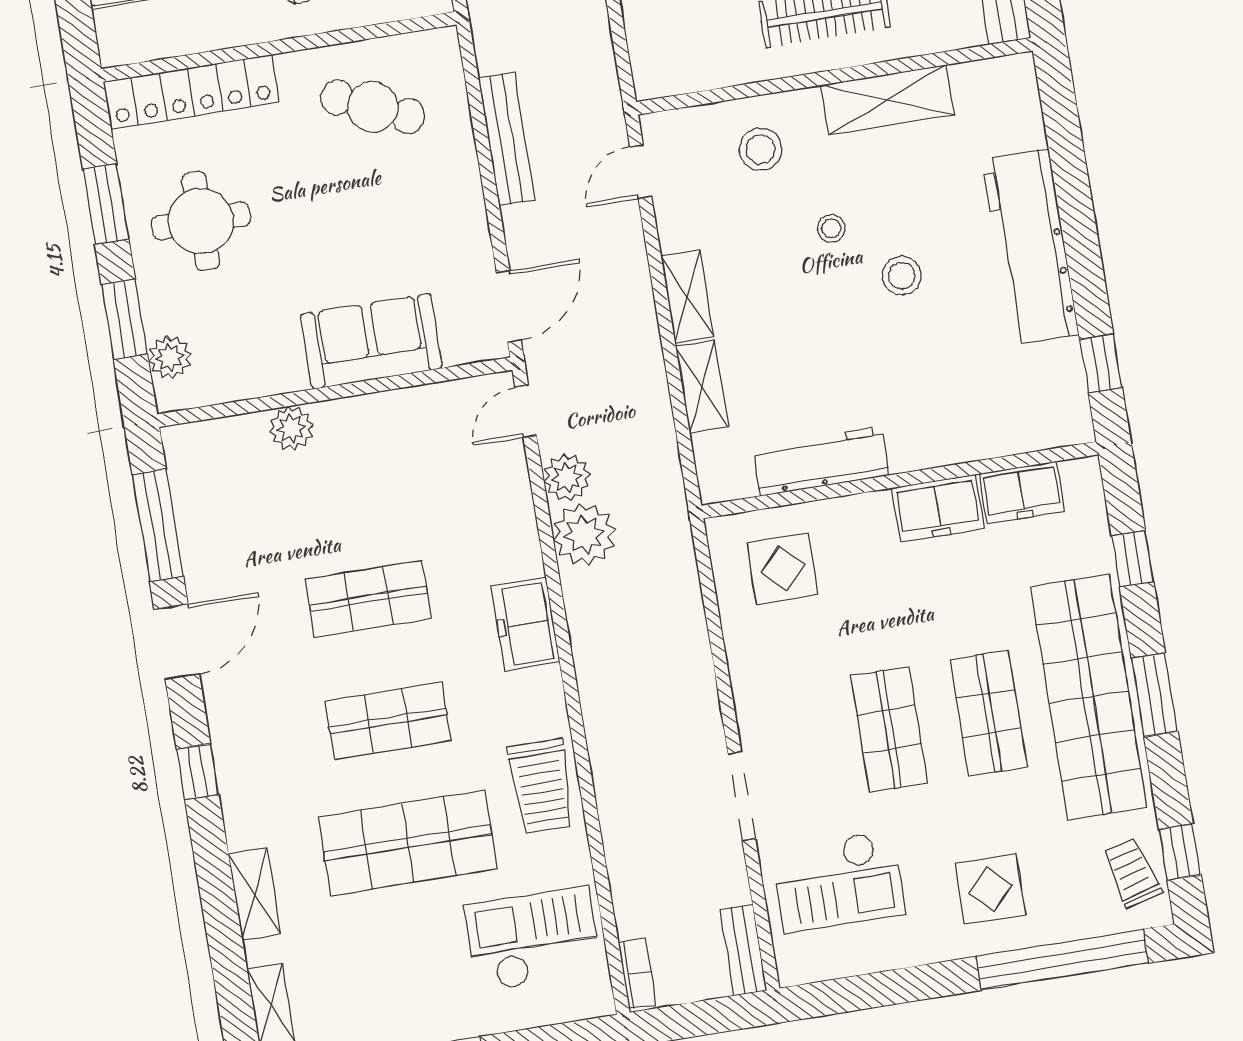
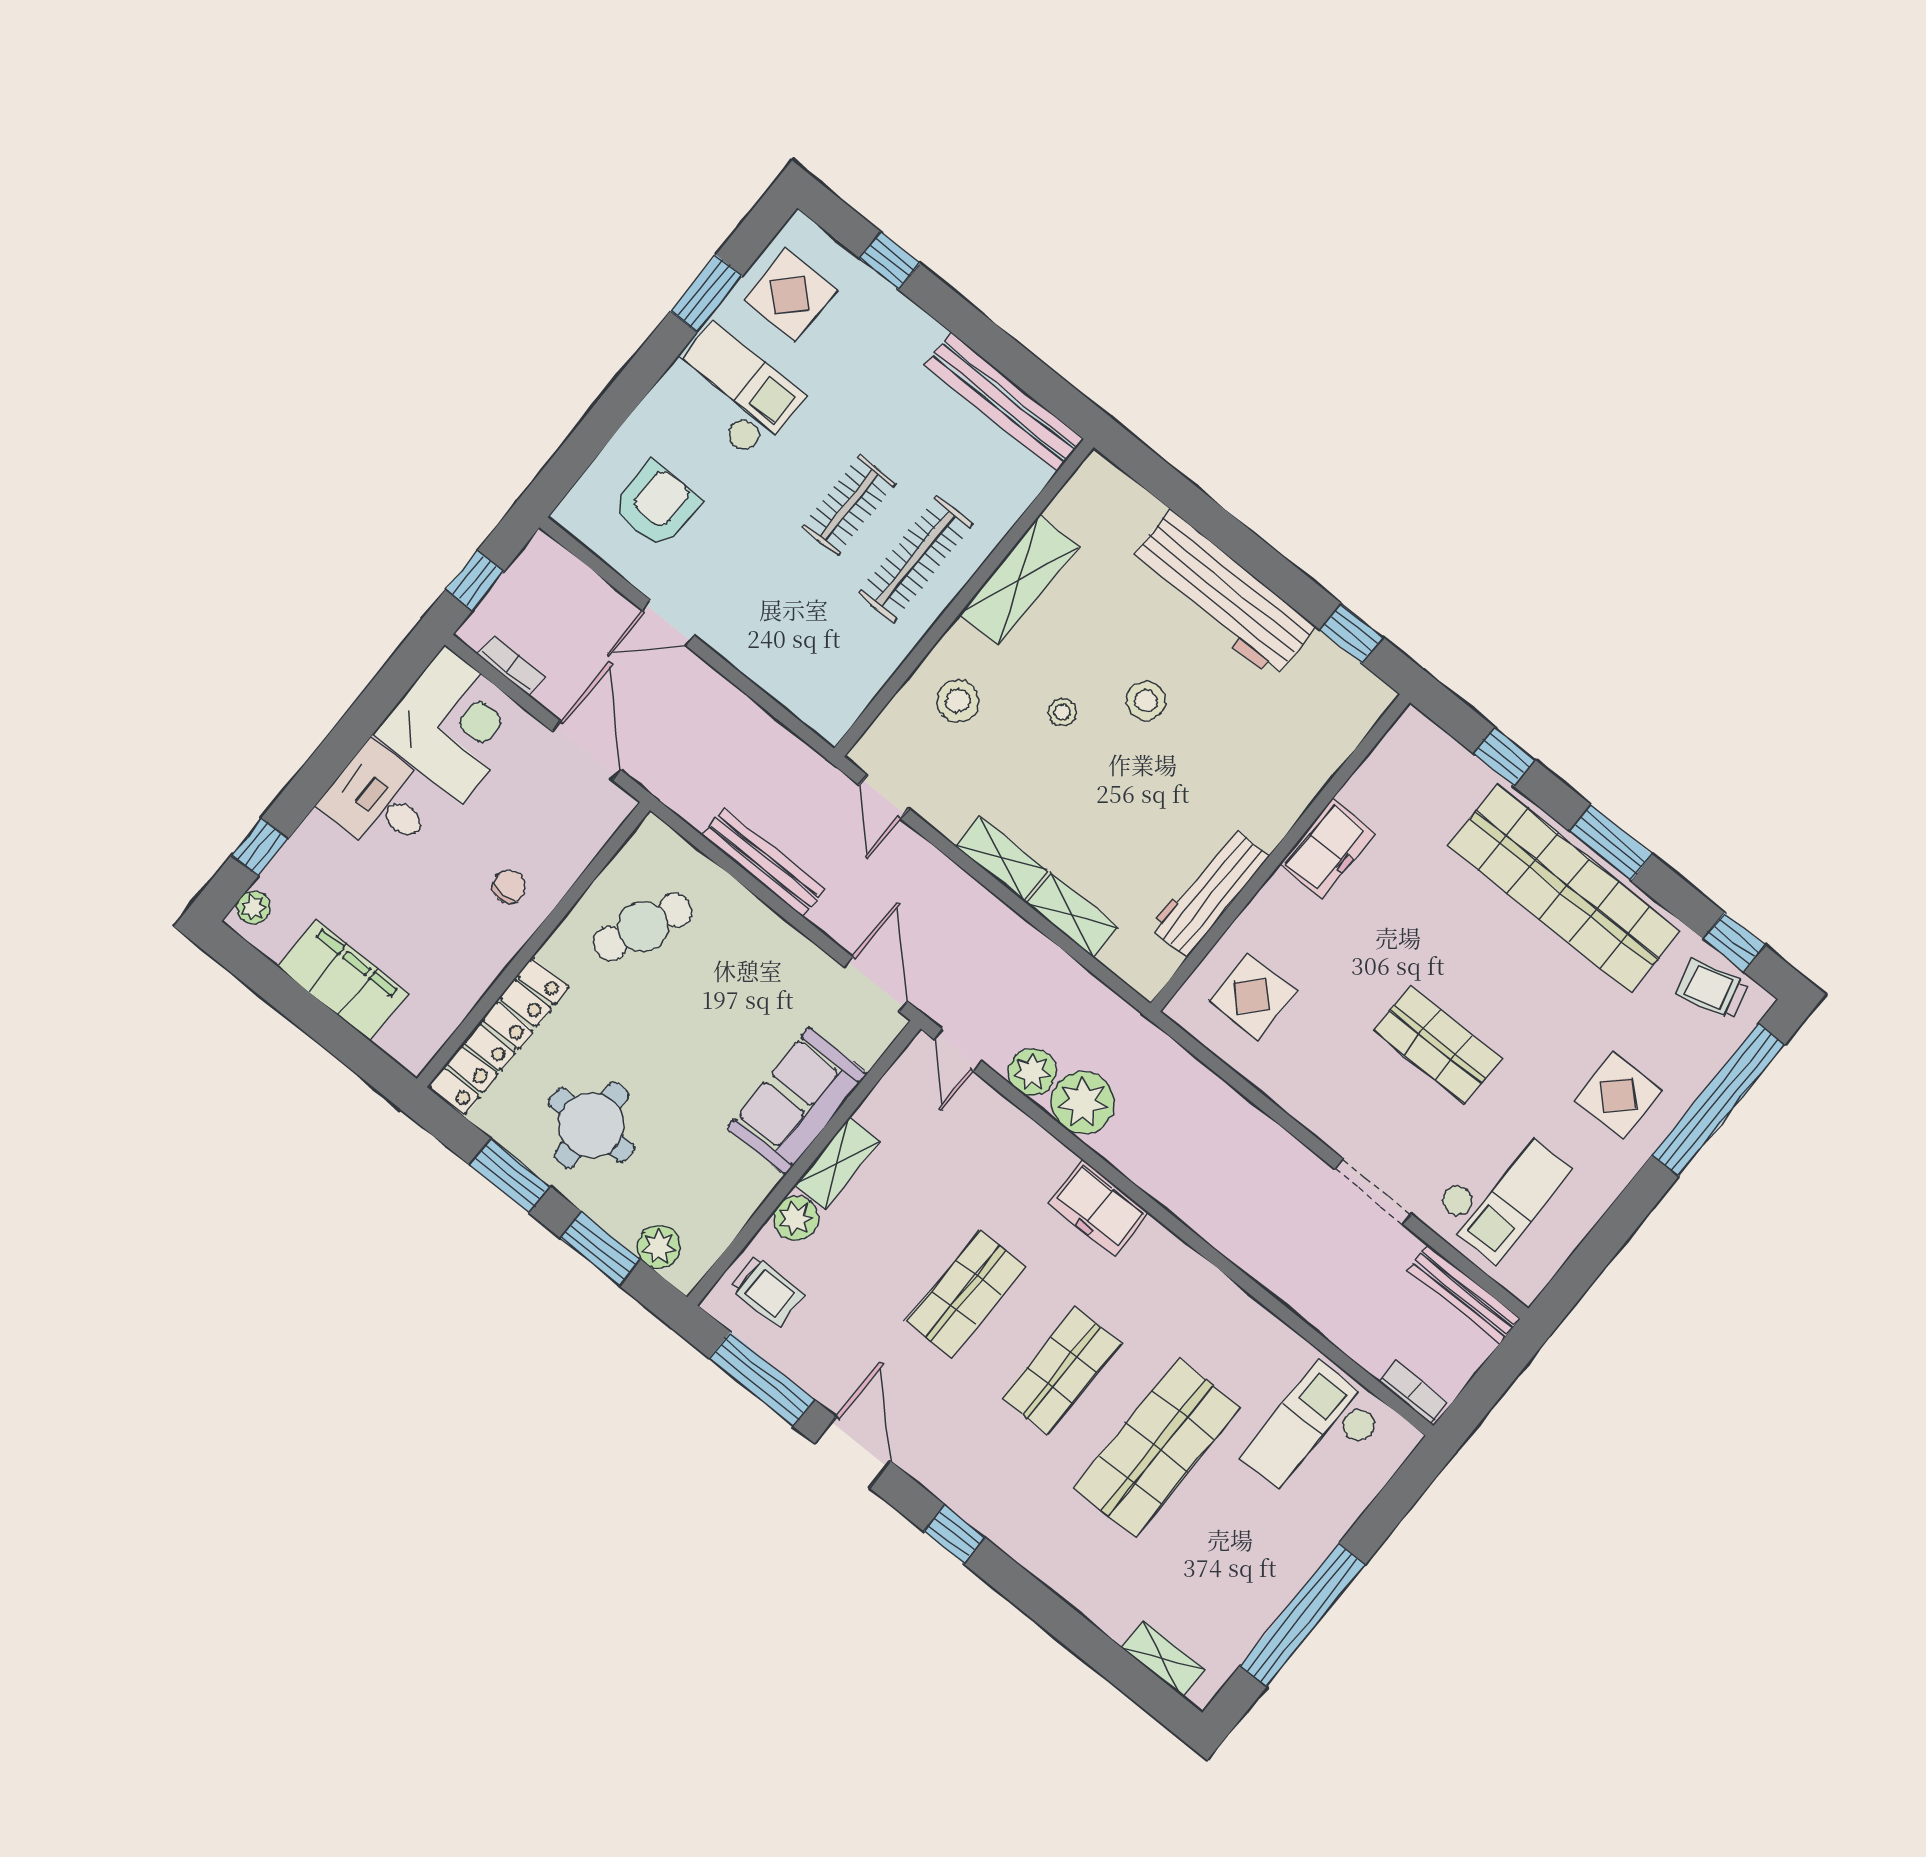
freezer: (1022, 492) -> (1378, 781), removed
shop shelf: (989, 713) -> (1501, 966), removed
trolley: (542, 786) -> (767, 1291), moved, width x0.73, depth x0.72
shelving: (255, 894) -> (837, 1163), moved, turned 90
bench: (743, 950) -> (1464, 1294), width x1.36

